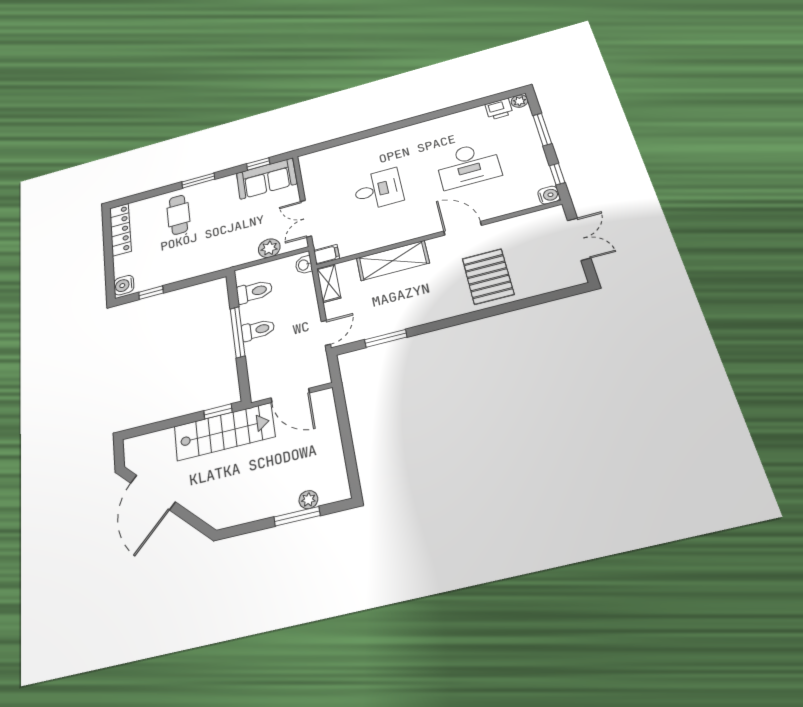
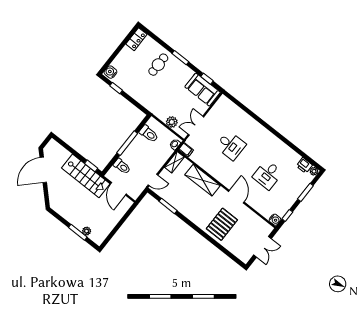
desk: (468, 165) -> (268, 175), width x0.73
locker: (120, 229) -> (136, 39), width x0.66
toilet: (258, 330) -> (122, 166), moved

